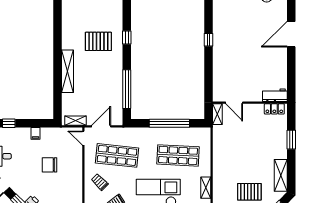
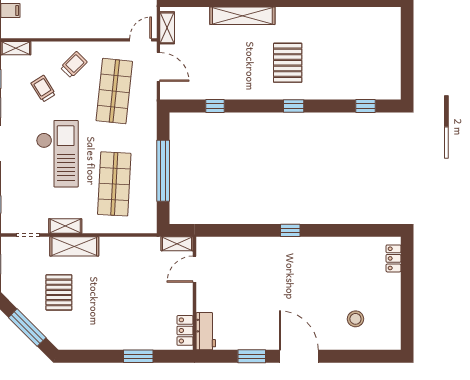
window: (291, 65) -> (252, 356), added
window: (127, 89) -> (215, 106), width x0.32
shelving: (281, 175) -> (74, 246), moved

